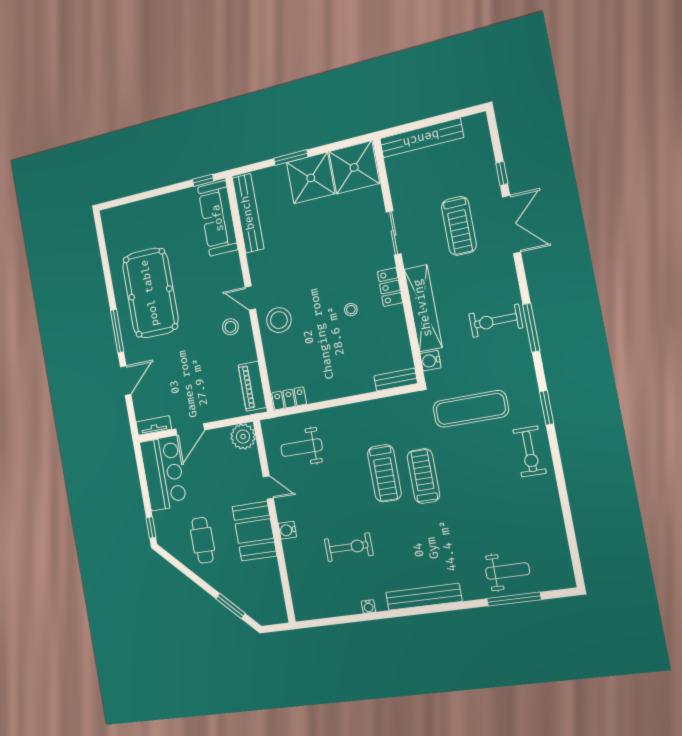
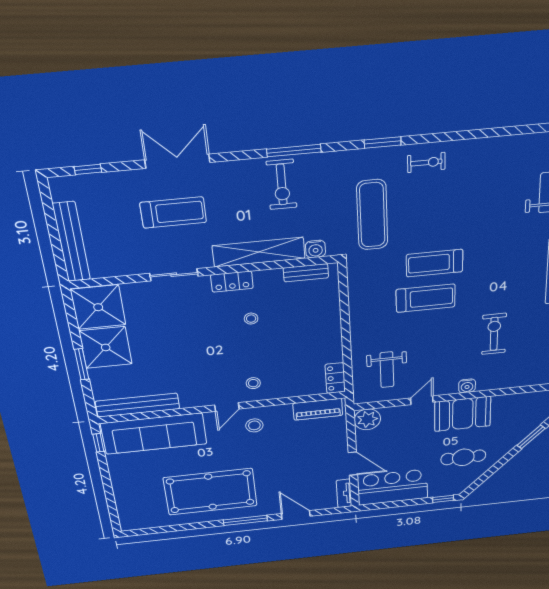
window: (502, 173) -> (88, 169), moved
sofa: (218, 218) -> (154, 434), width x1.36, depth x1.27
stool: (279, 320) -> (253, 383), width x0.53, depth x0.53
bench: (396, 380) -> (306, 273), moved, turned 90
exercise bike: (530, 451) -> (426, 162), width x0.73, depth x0.72

